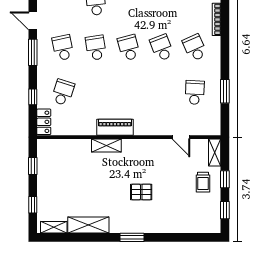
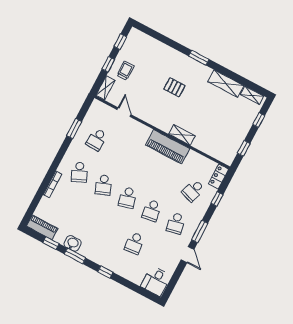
piano: (115, 127) -> (168, 147), width x1.37, depth x1.33

